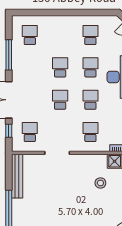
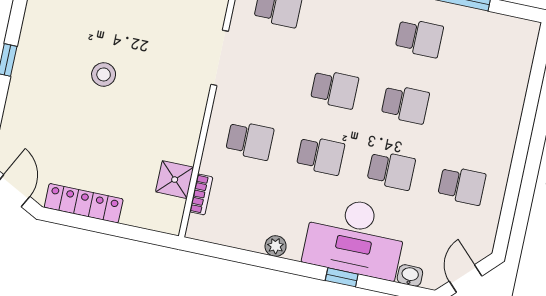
school desk: (30, 35) -> (419, 38), moved
stool: (100, 183) -> (104, 74), moved

